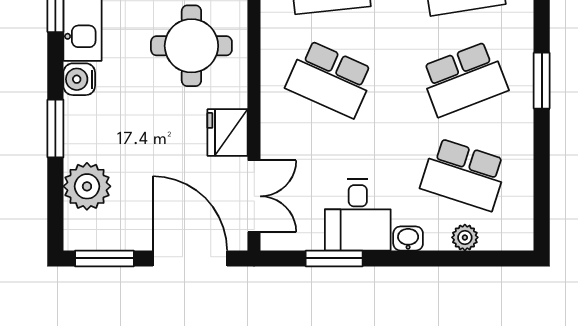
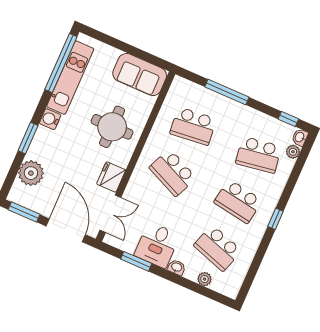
school desk: (464, 79) -> (238, 201), turned 30
window: (542, 81) -> (276, 219), width x0.67

